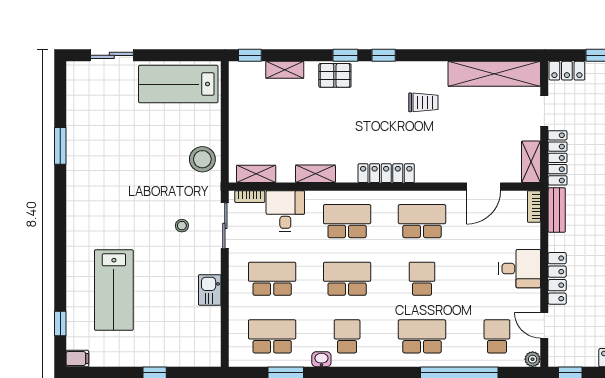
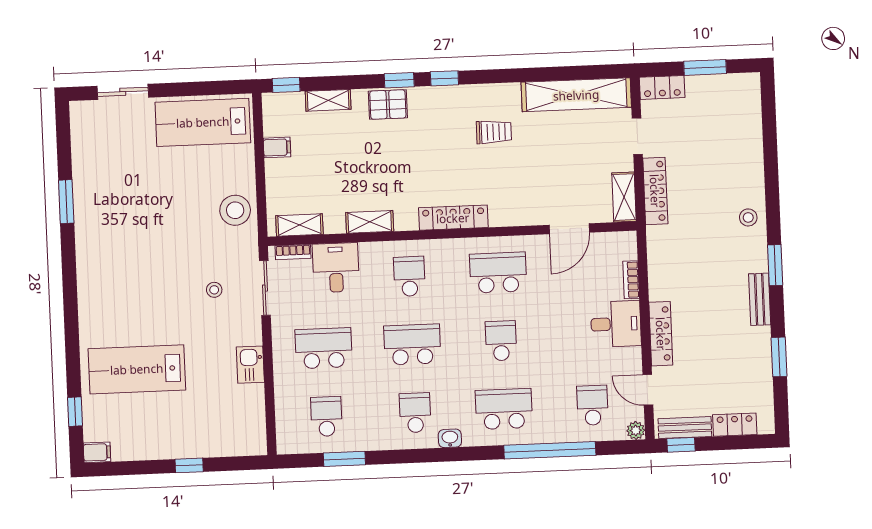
filing cabinet: (240, 108) -> (277, 147), added
bookcase: (534, 207) -> (631, 280), moved
bench: (557, 210) -> (685, 428), moved, turned 90
school desk: (347, 221) -> (409, 276), width x0.54
lab bench: (114, 290) -> (137, 369), turned 90
school desk: (272, 336) -> (326, 416), width x0.54
washbasin: (321, 359) -> (450, 438), moved

